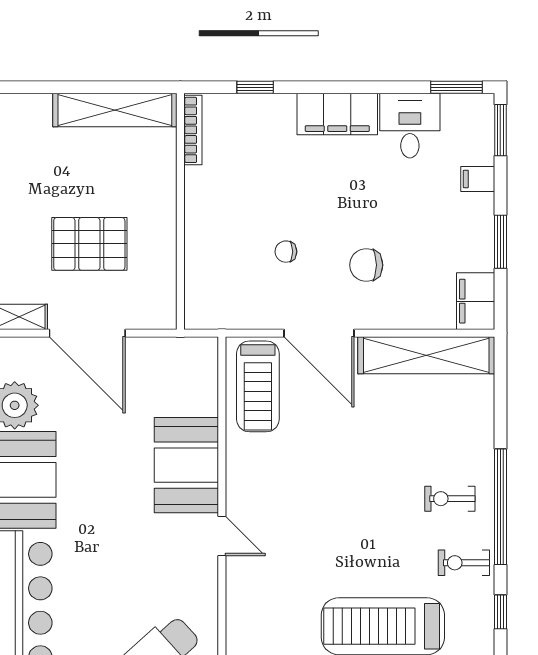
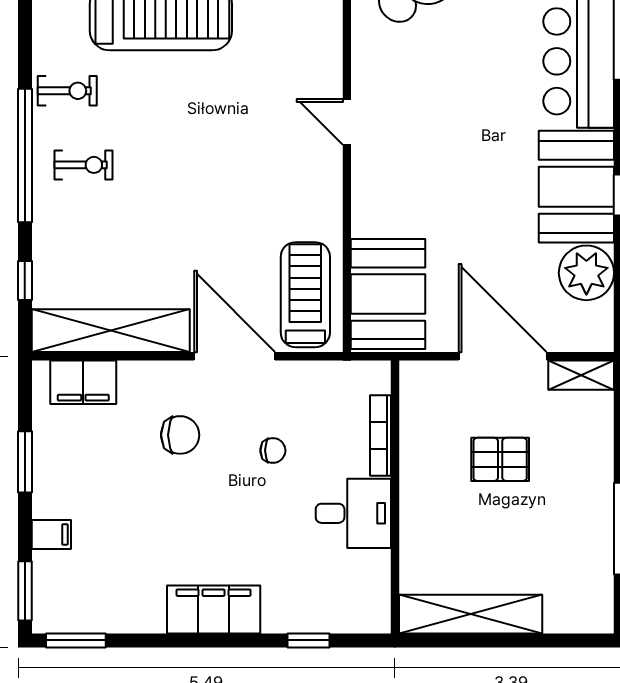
desk: (410, 126) -> (353, 513), moved, turned -90
bookcase: (193, 130) -> (380, 435), moved
pallet: (89, 244) -> (500, 459), width x0.67, depth x0.71
filing cabinet: (476, 301) -> (83, 382), moved, turned 90
booth: (186, 465) -> (388, 294), moved
window: (500, 612) -> (25, 280), moved

